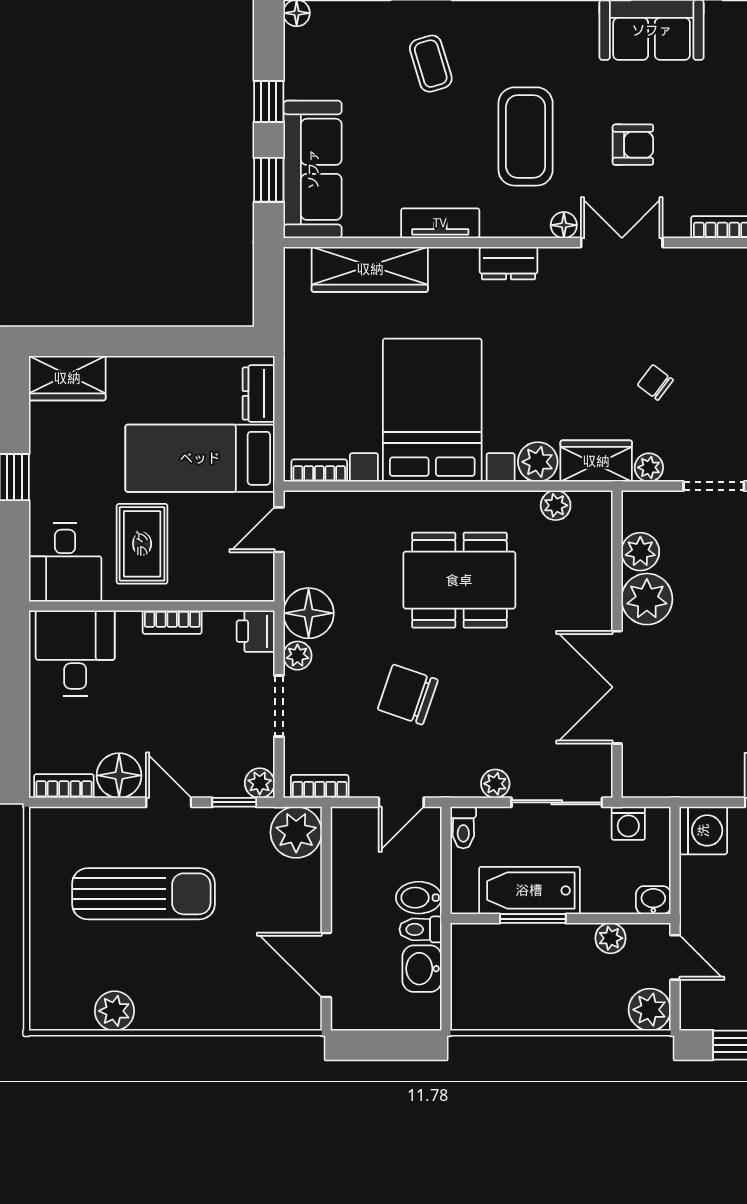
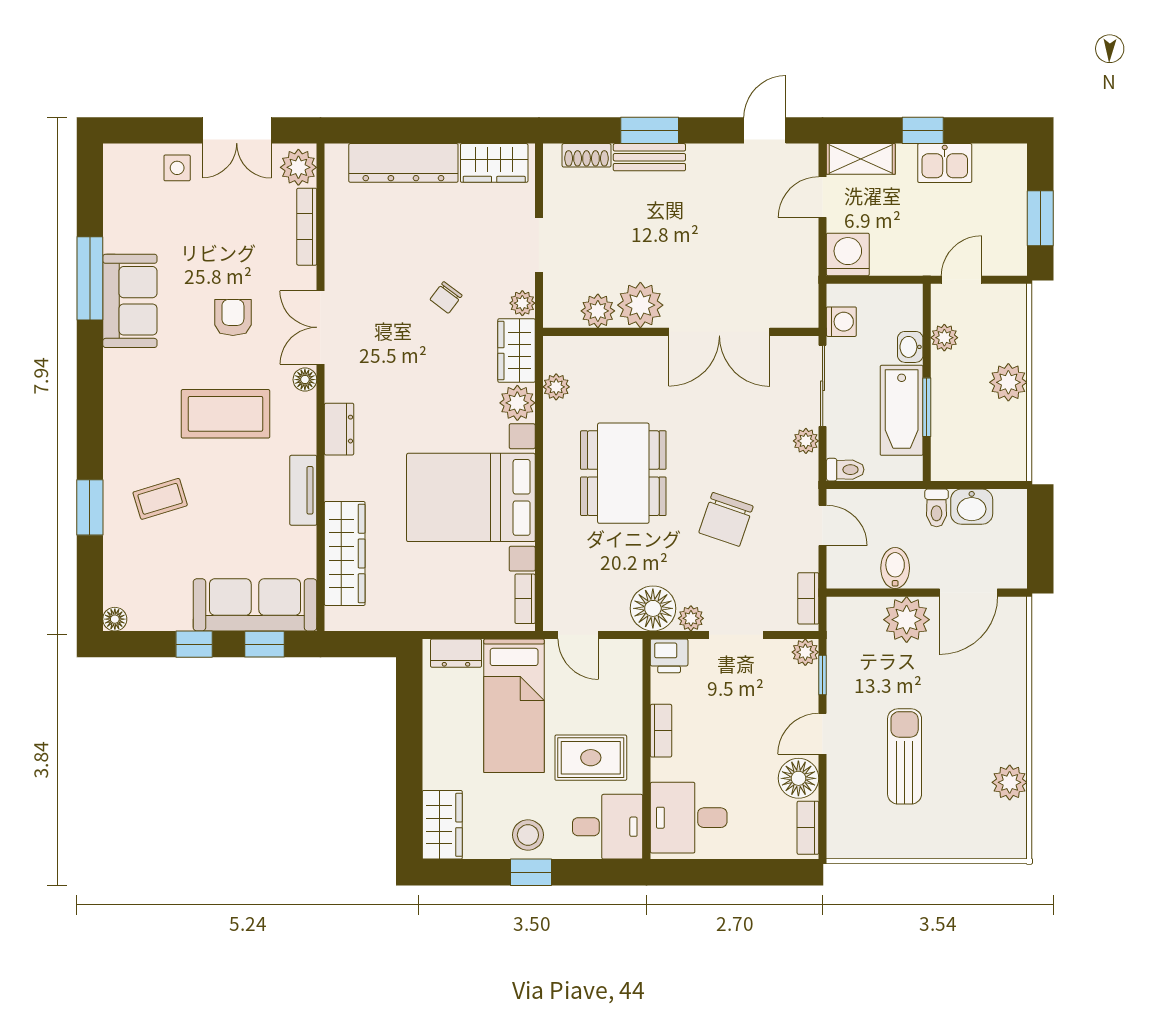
stool: (56, 474) -> (528, 835), added
plant: (296, 832) -> (907, 620), moved
sun lounger: (143, 894) -> (905, 756), width x0.73, depth x0.75
bidet: (419, 898) -> (895, 568), moved, turned 180
washbasin: (653, 900) -> (910, 347), moved
plant: (650, 1010) -> (1008, 382), moved

